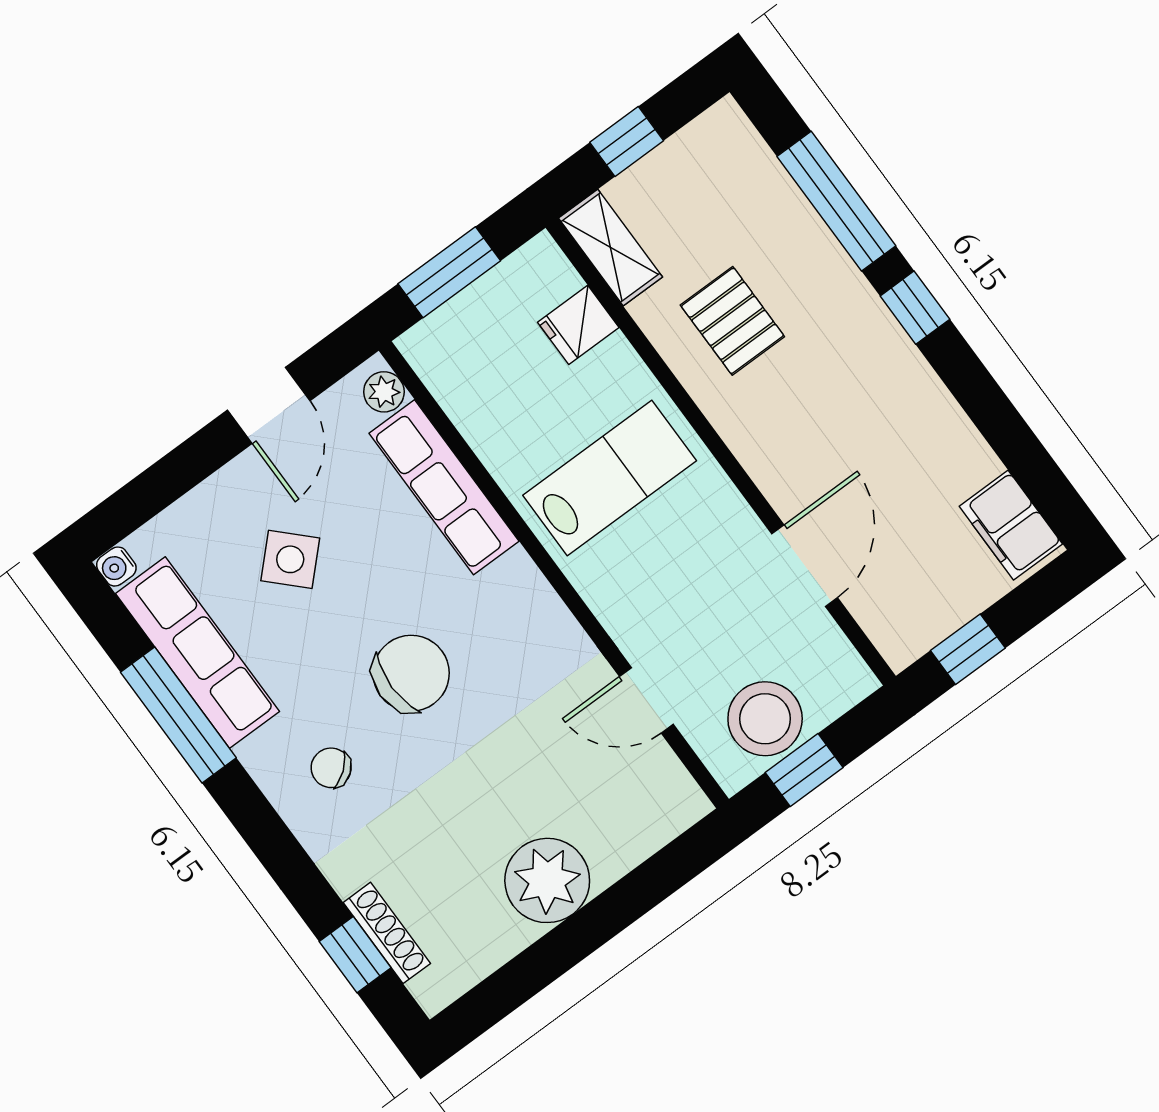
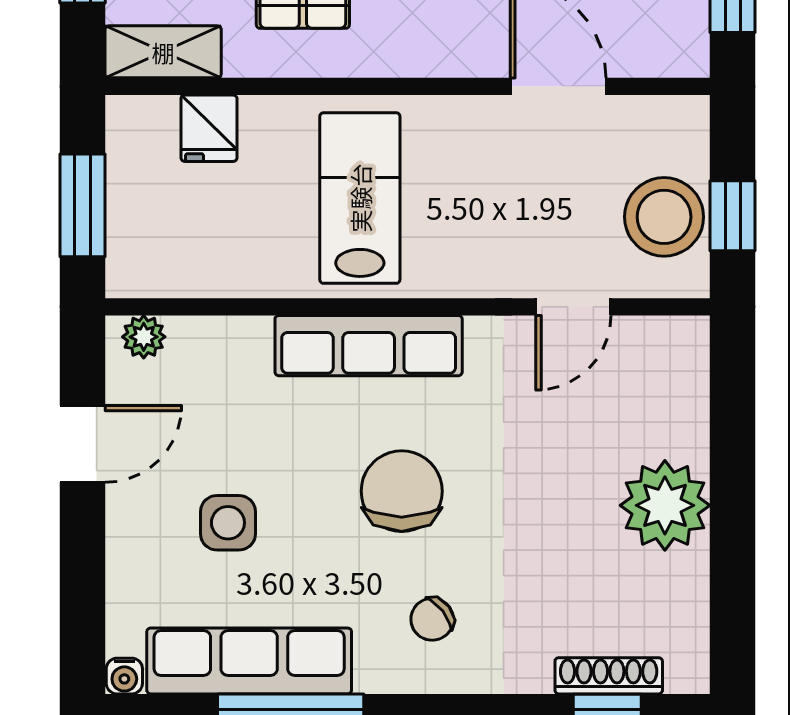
door: (269, 405) -> (83, 444), hinge flipped
row of seats: (444, 487) -> (369, 346), moved
side table: (290, 559) -> (228, 523), turned 45

